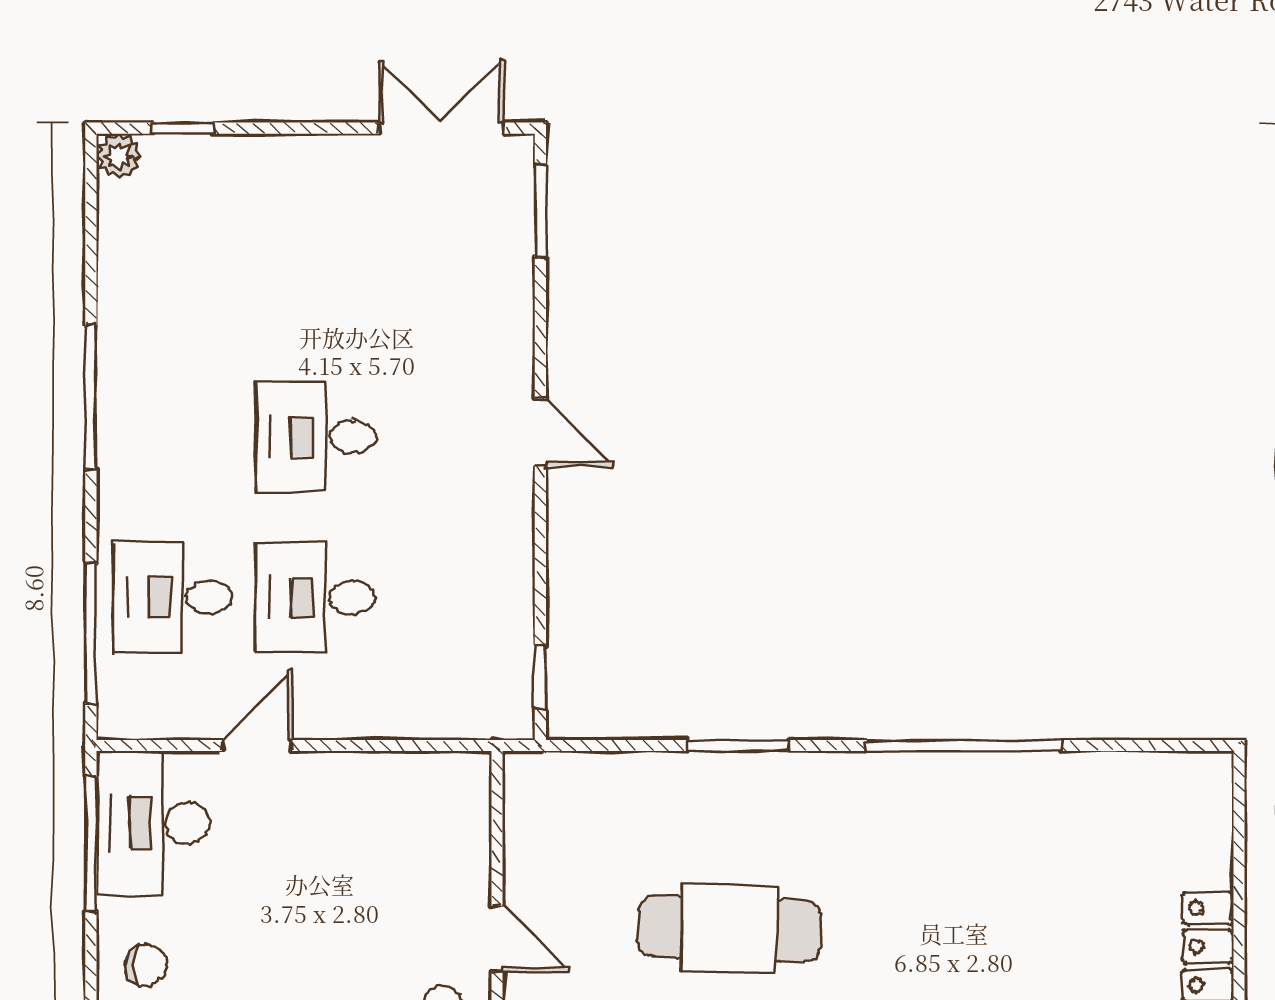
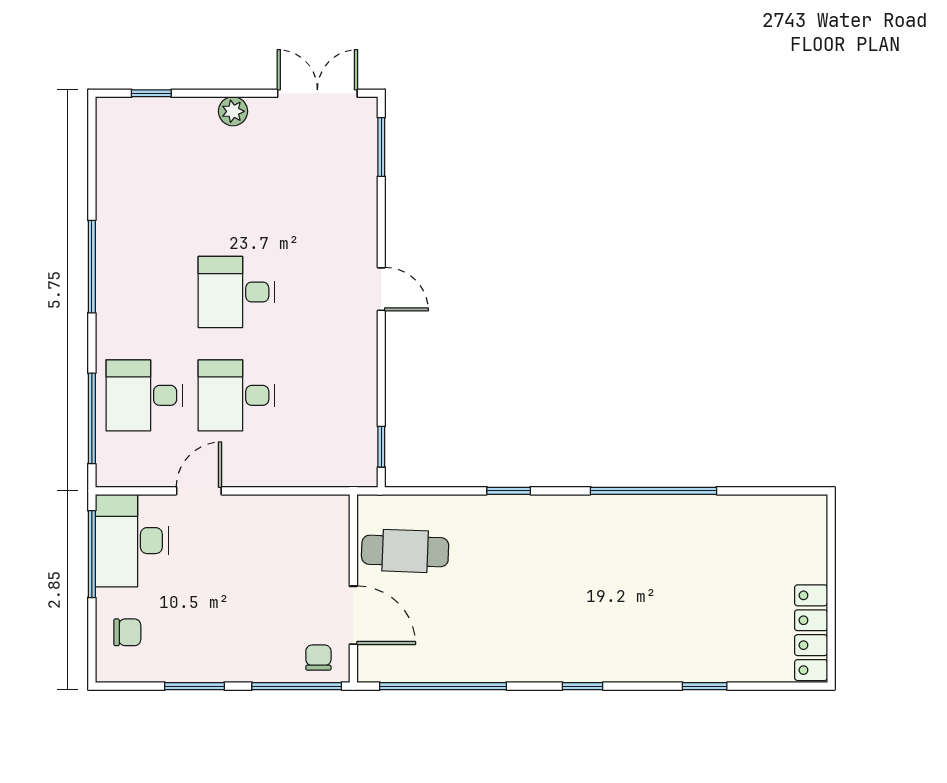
plant: (119, 156) -> (233, 111), moved
window: (738, 746) -> (509, 491), width x0.67
cafe table: (729, 929) -> (405, 551), moved, width x0.73, depth x0.74
door: (497, 939) -> (353, 615), width x1.38

